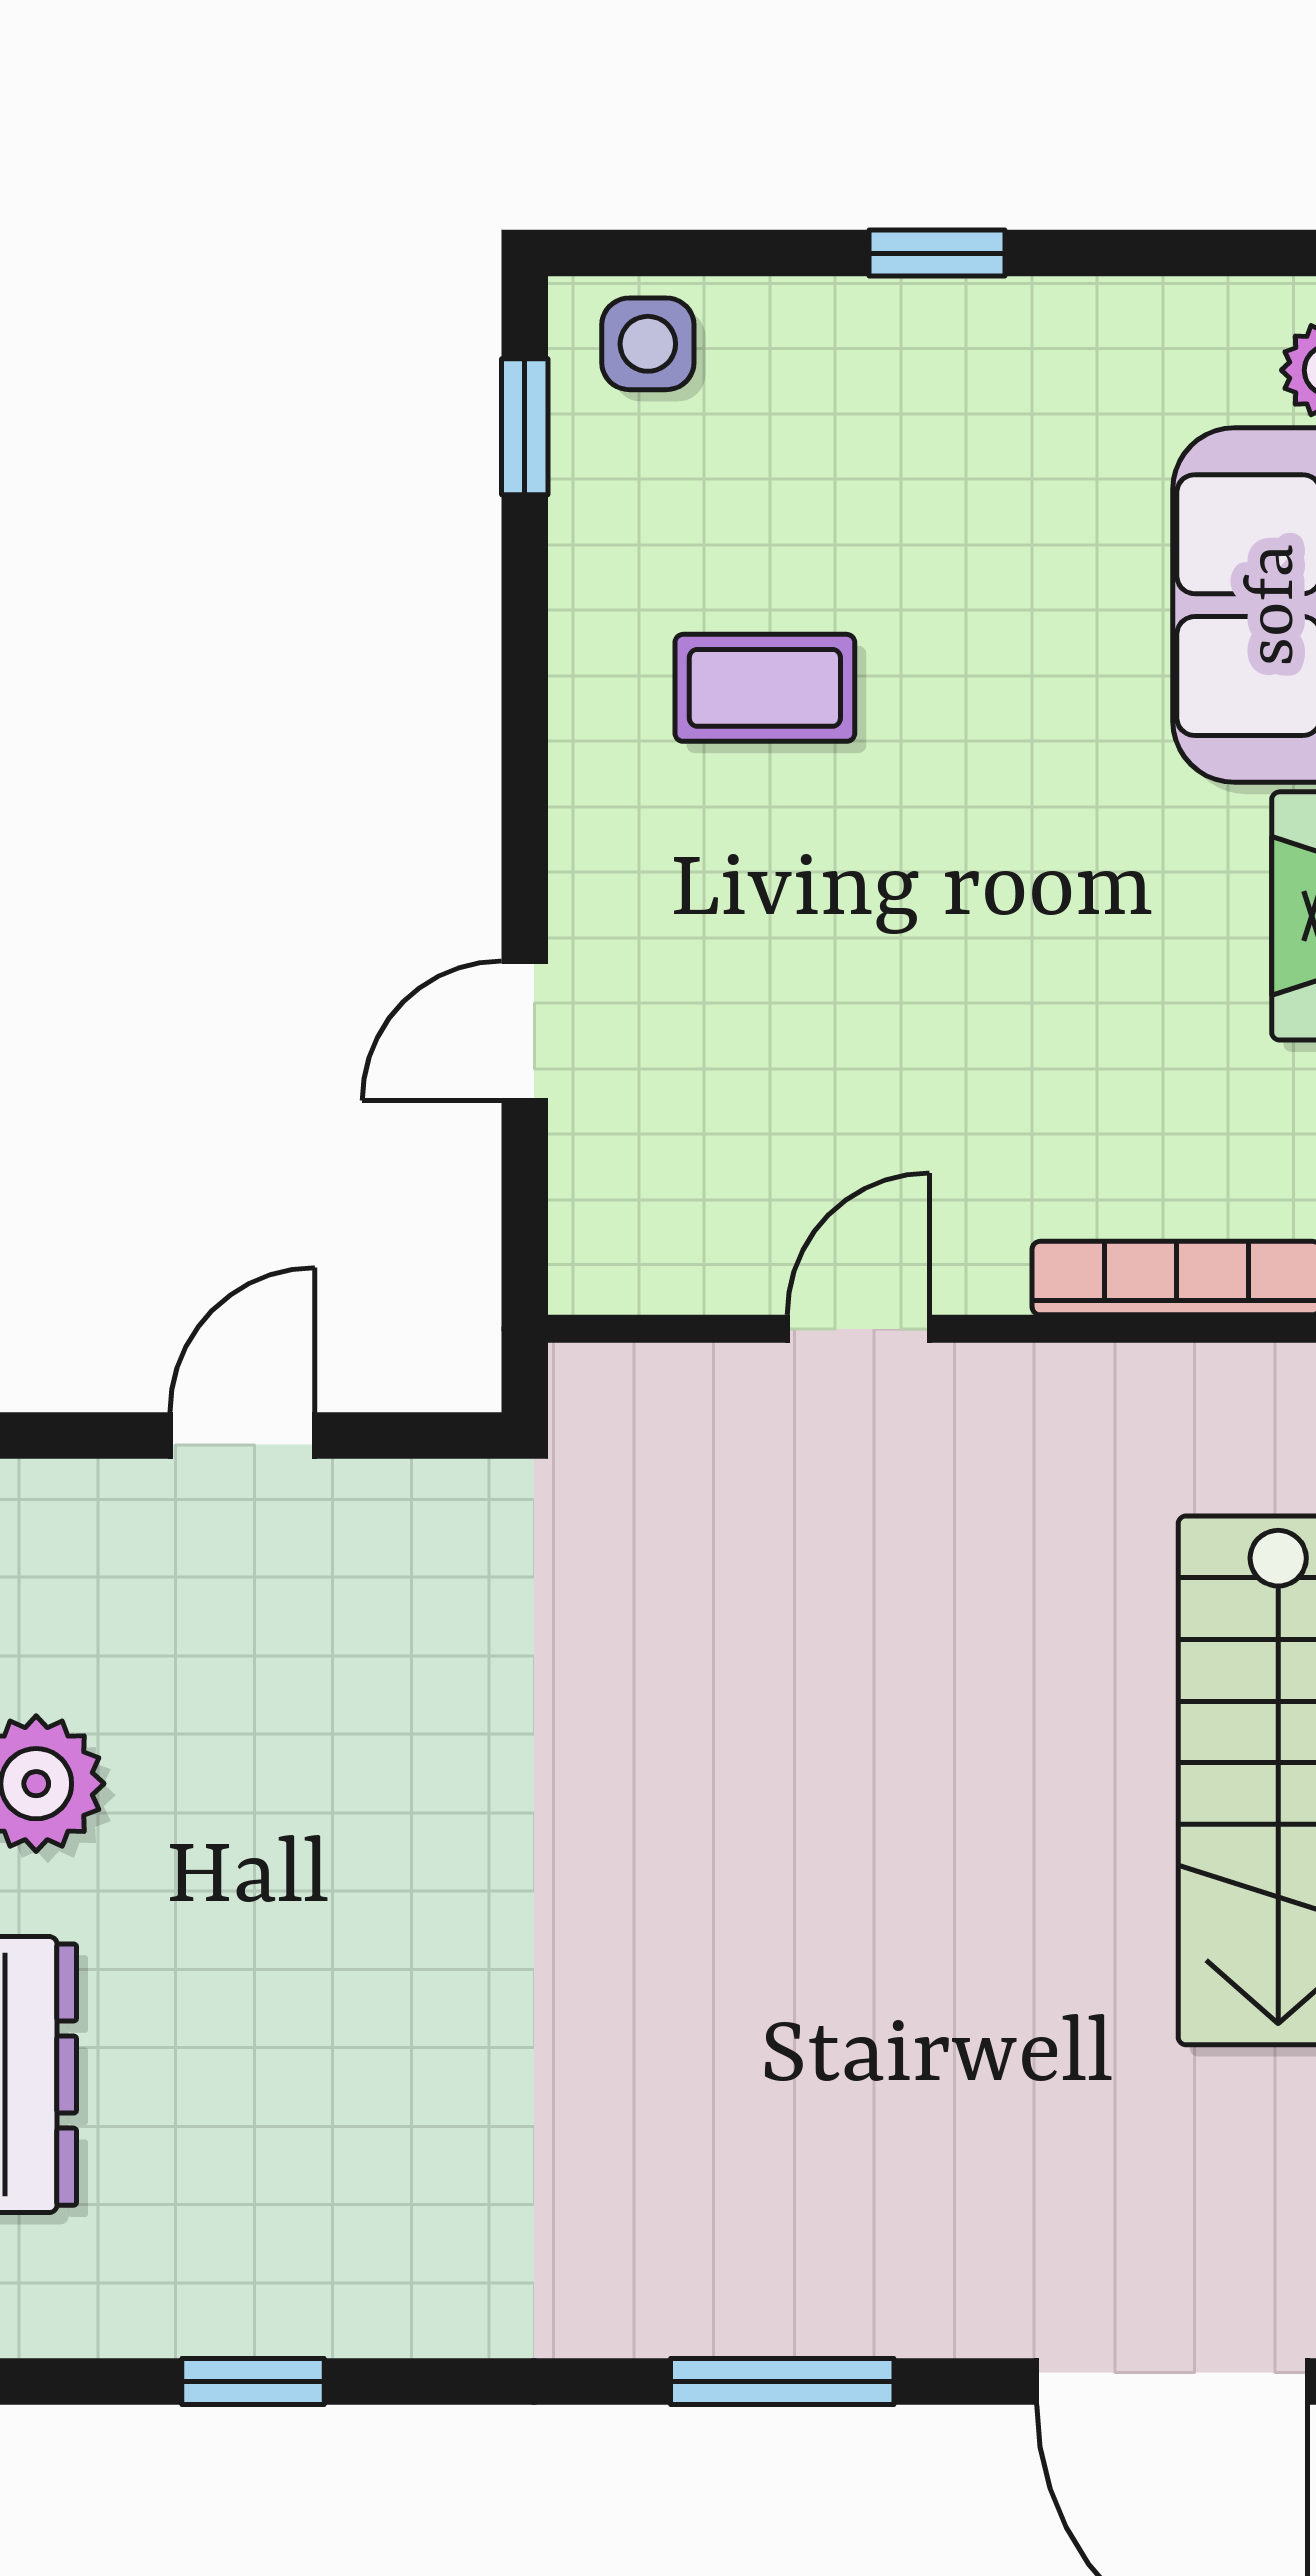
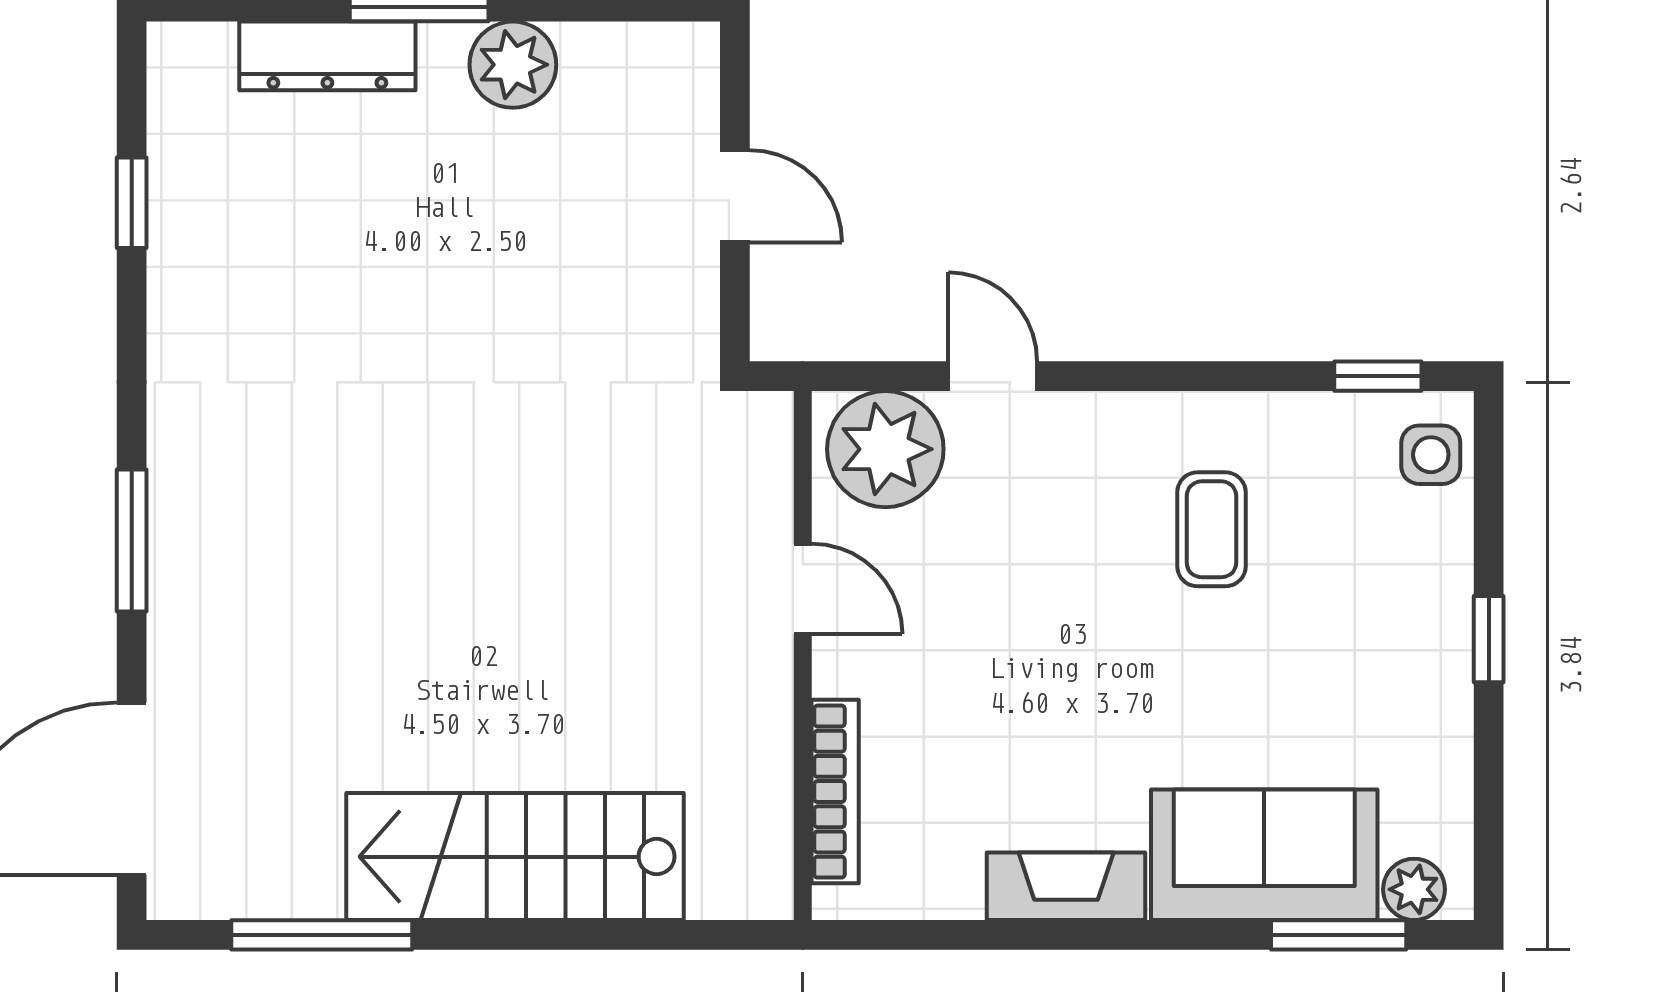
plant: (639, 1199) -> (885, 449), added

